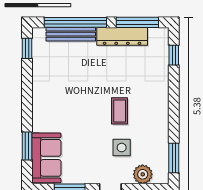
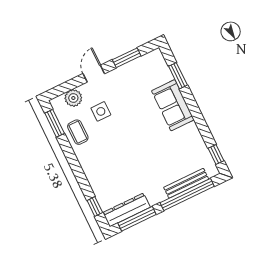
dresser: (122, 36) -> (127, 210), moved
coffee table: (120, 111) -> (78, 132), moved
sofa: (46, 158) -> (173, 105), moved

